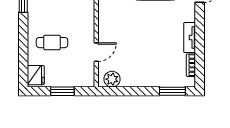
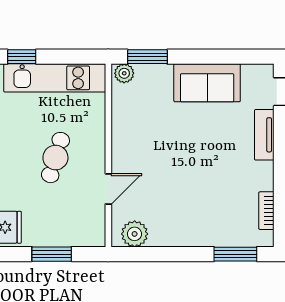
tv unit: (190, 38) -> (264, 135), moved
cafe table: (52, 43) -> (55, 158), moved, turned -73

